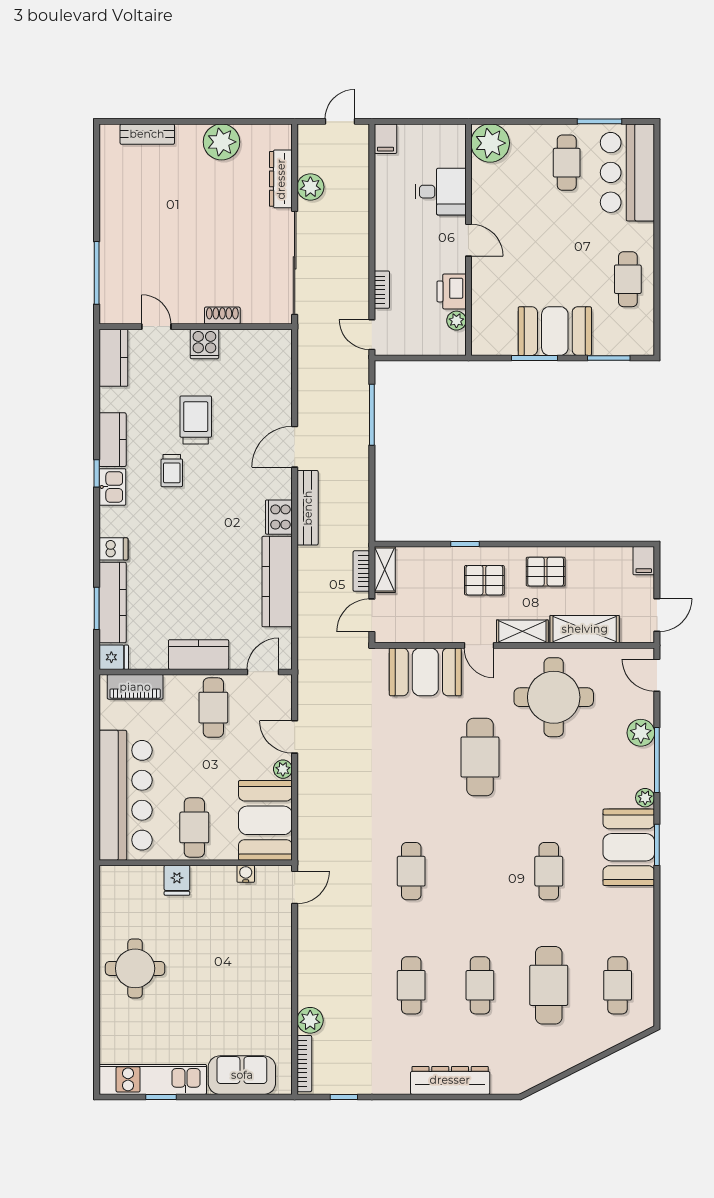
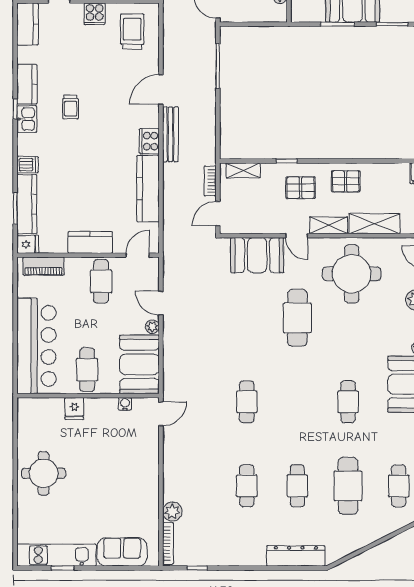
trolley: (196, 420) -> (132, 32), moved
shelving: (385, 570) -> (243, 170), moved, turned 90
dresser: (450, 1080) -> (296, 556), moved

